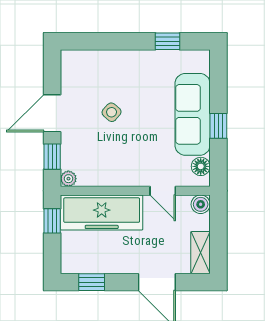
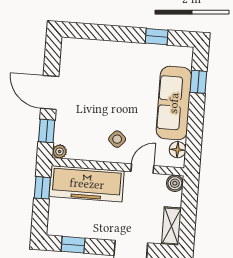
side table: (112, 112) -> (117, 139), moved
door: (52, 113) -> (50, 92), hinge flipped
window: (218, 126) -> (198, 82), moved
door: (163, 191) -> (142, 169), swing flipped

